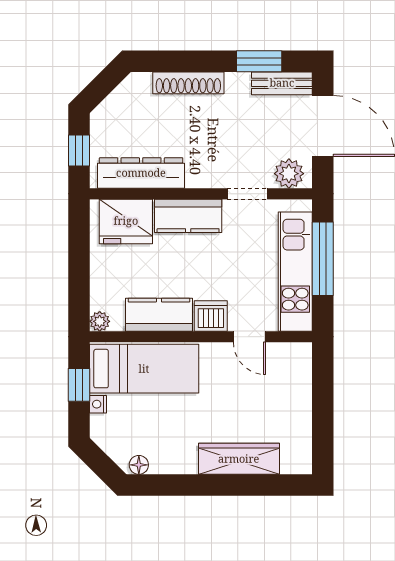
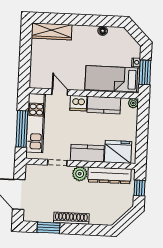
shoe rack: (188, 83) -> (71, 218), moved
bench: (282, 83) -> (38, 216), removed
plant: (289, 174) -> (80, 174), moved
window: (79, 385) -> (145, 72), width x1.50
wardrobe: (239, 459) -> (52, 31), moved
floor lamp: (139, 465) -> (103, 31), moved

